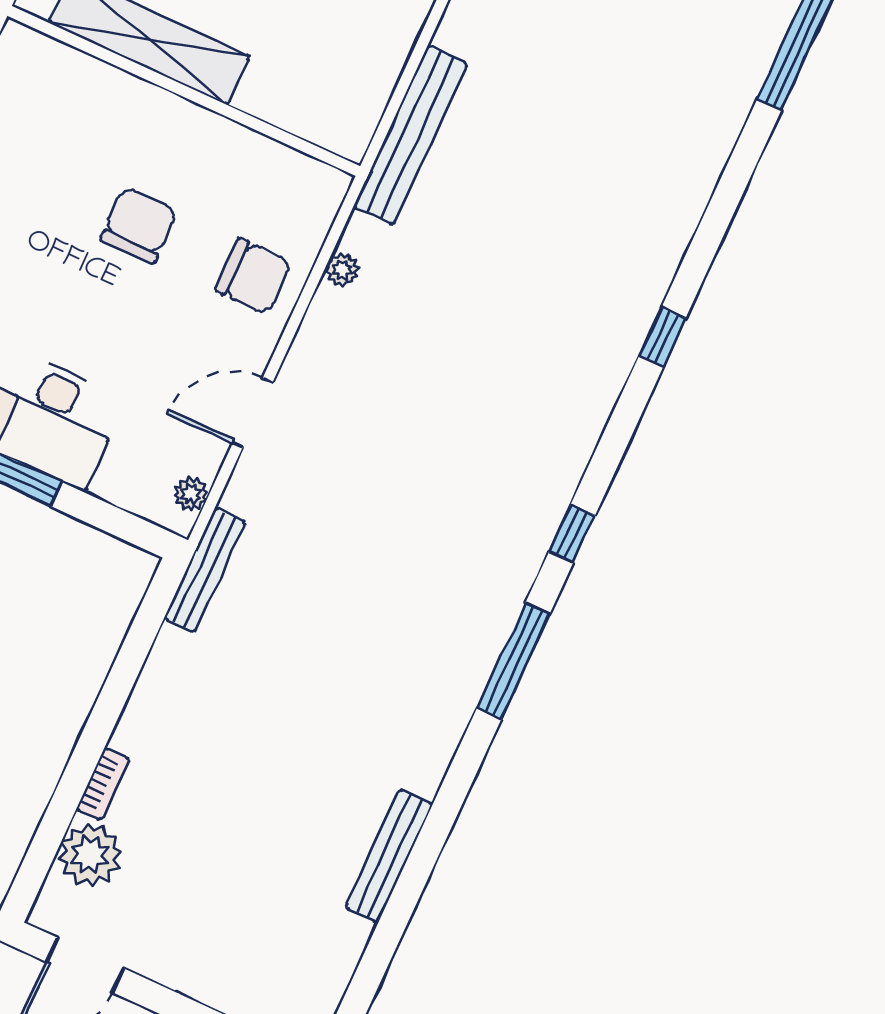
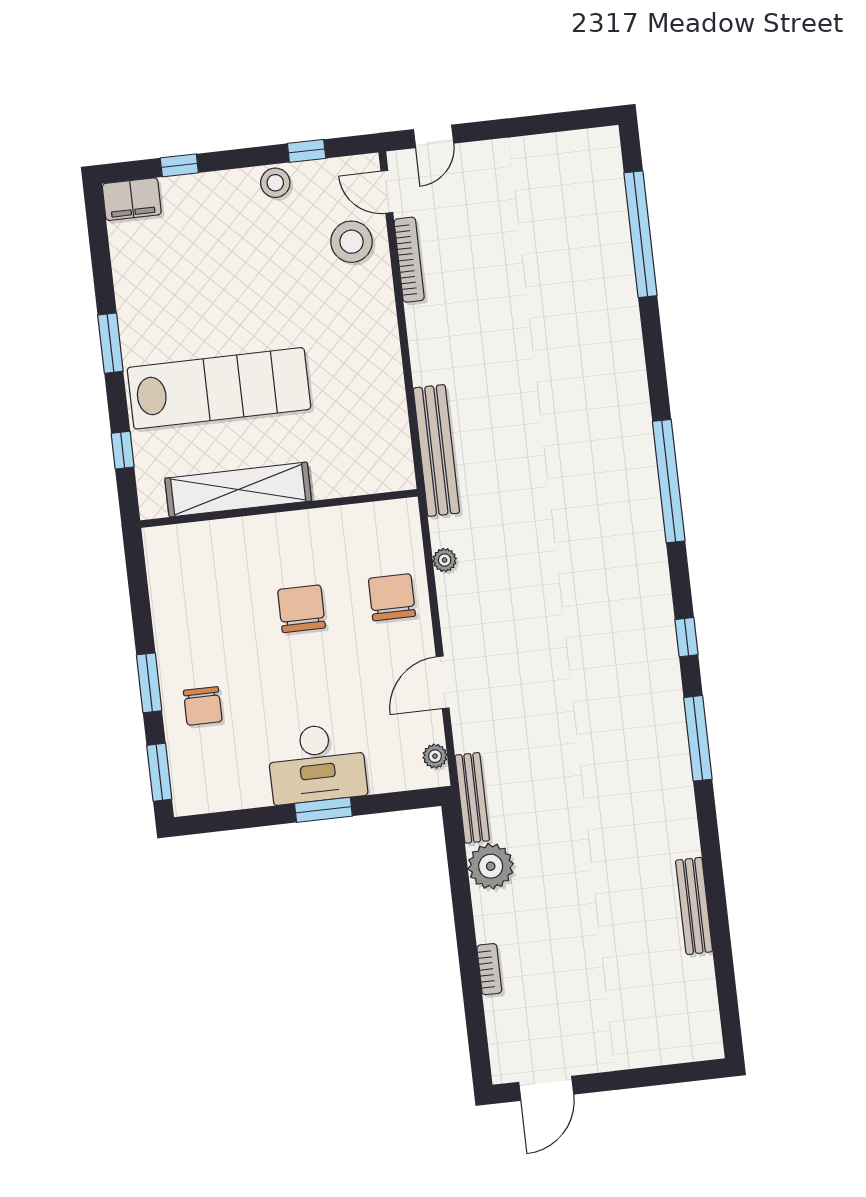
chair: (253, 276) -> (392, 597), turned -90
window: (662, 337) -> (669, 481), width x3.17
plant: (90, 855) -> (491, 866), moved

